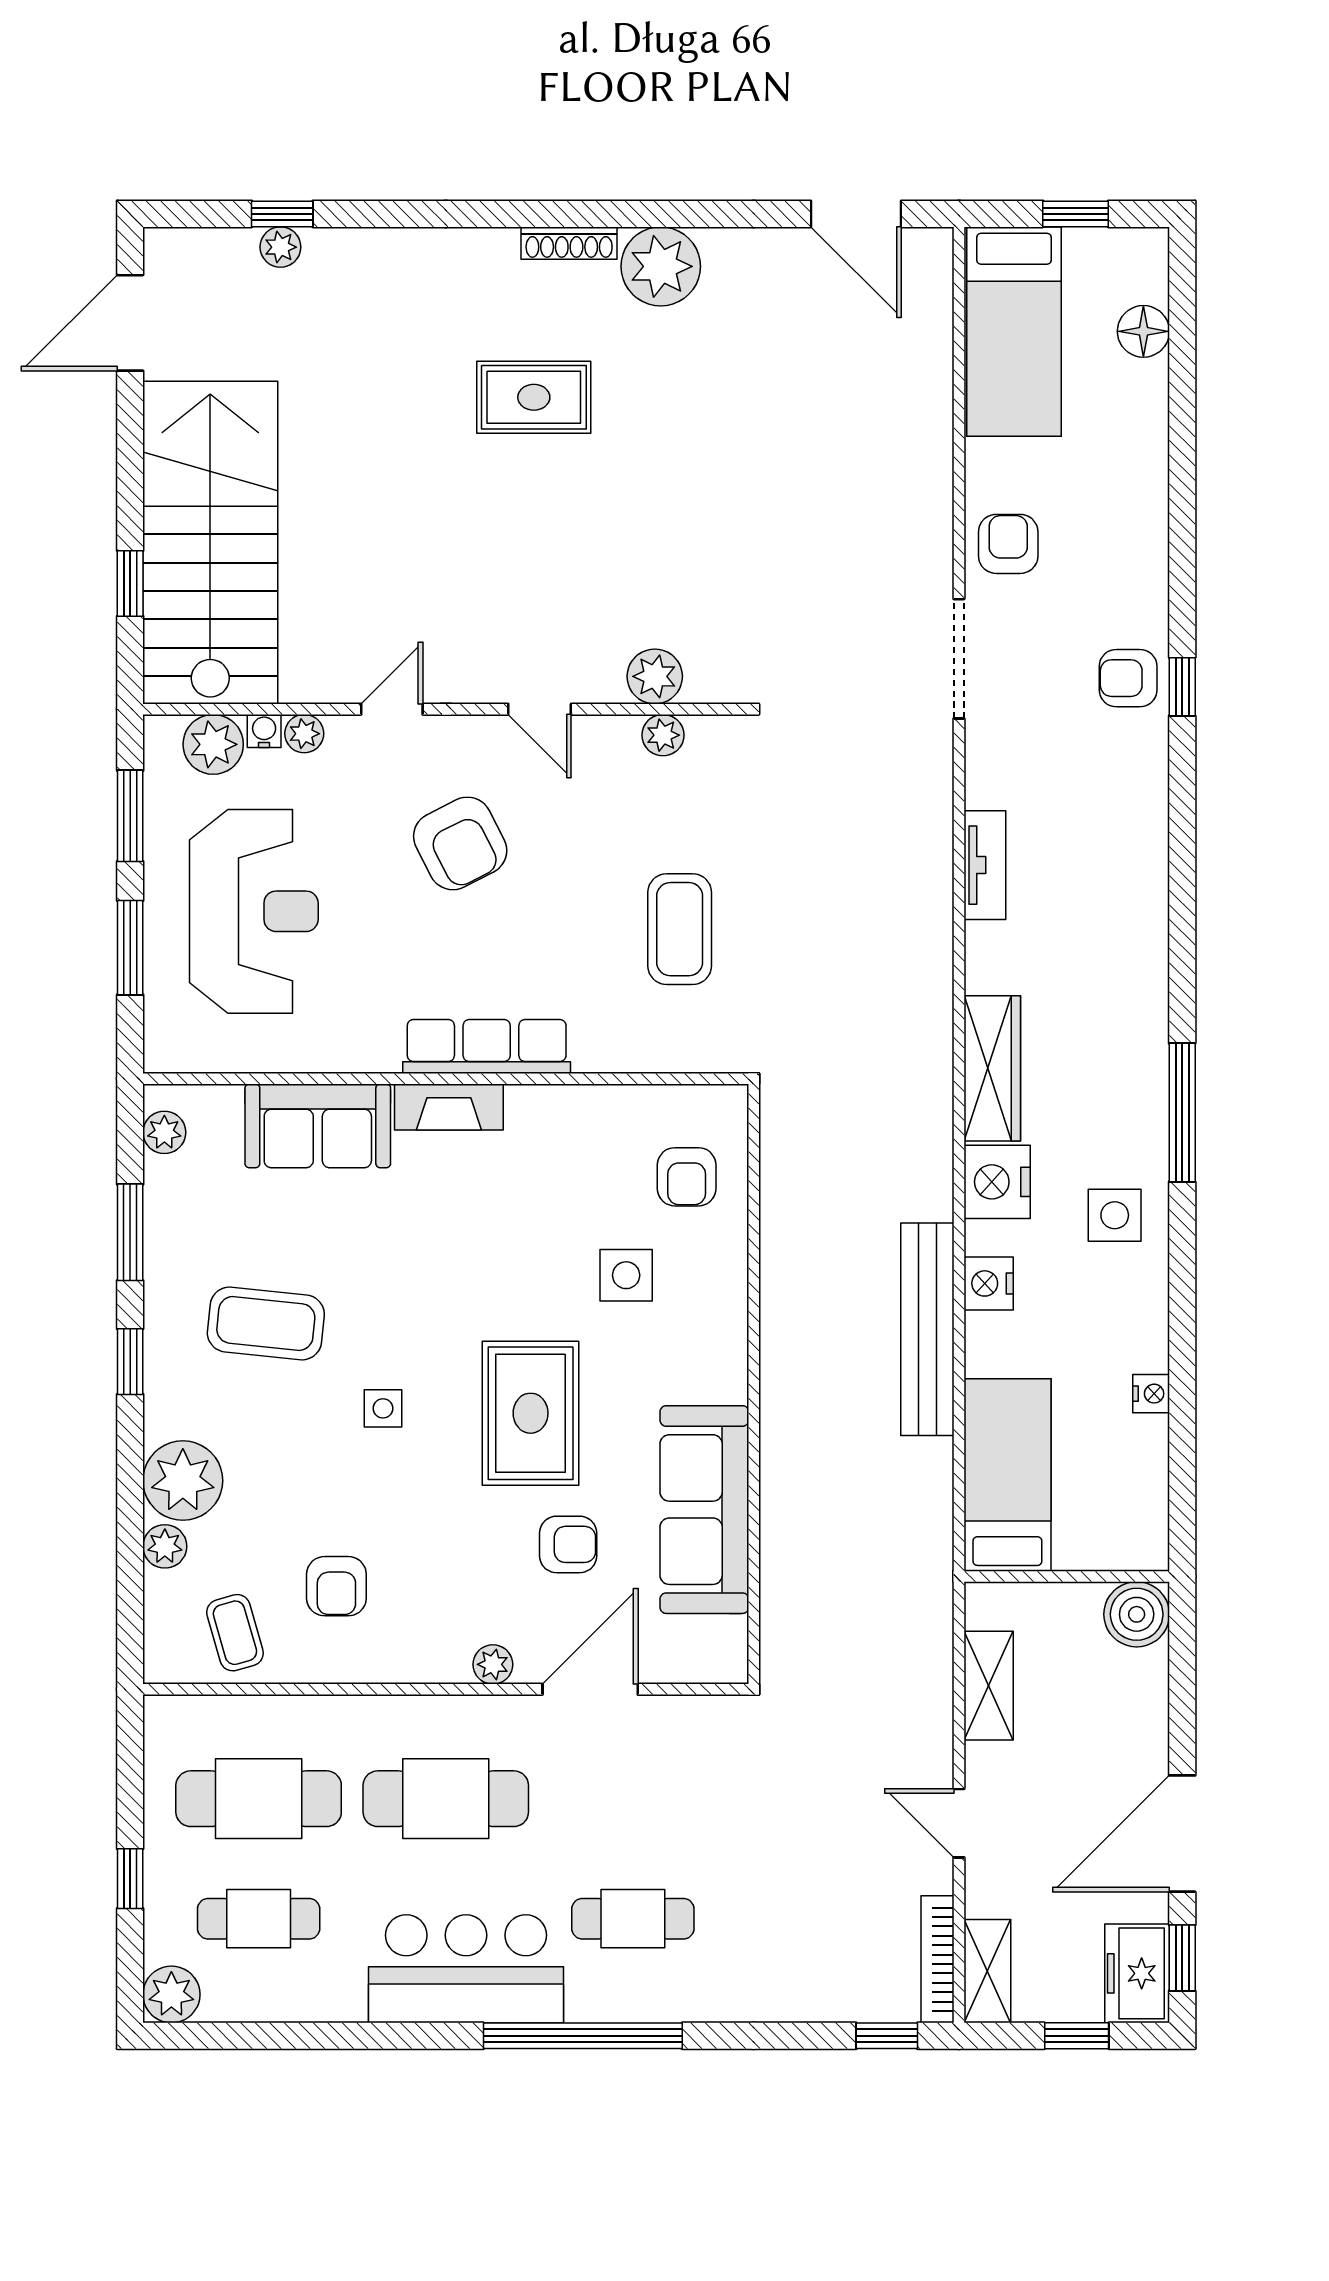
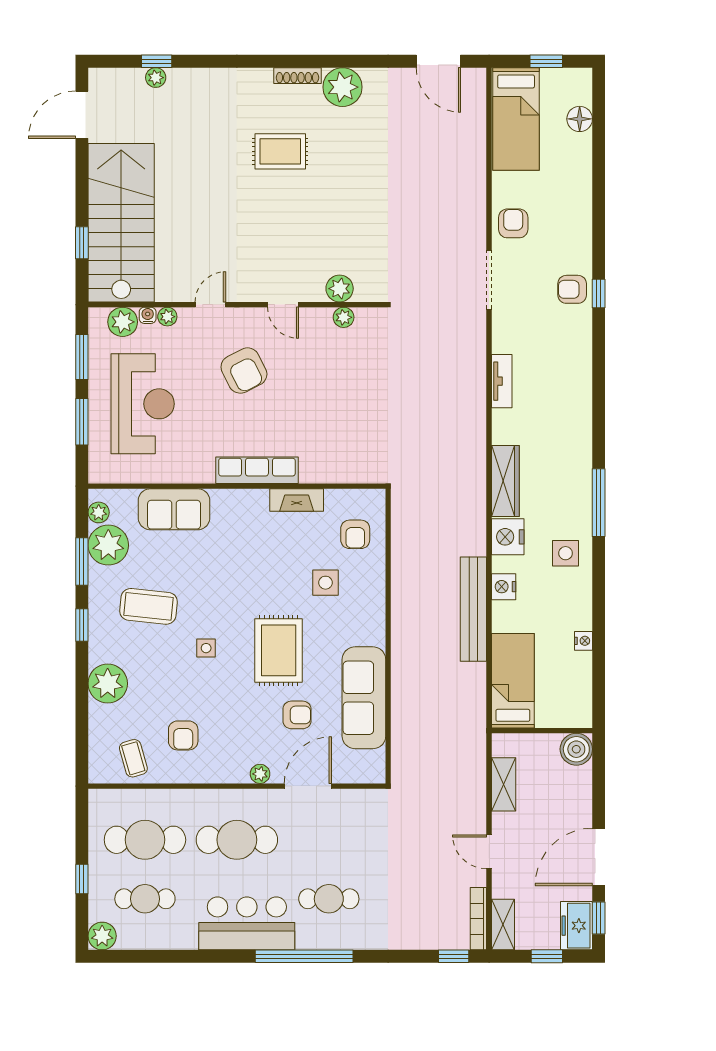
coffee table: (680, 929) -> (352, 413), removed
fireplace: (449, 1107) -> (297, 500), moved
plant: (165, 1546) -> (108, 545), moved, width x1.87, depth x1.87

